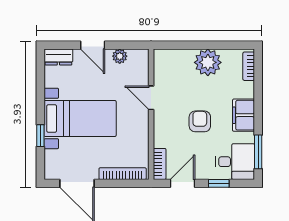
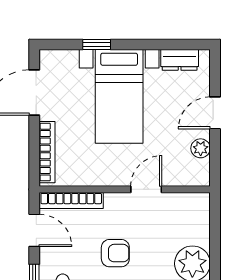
dresser: (58, 57) -> (180, 60), moved, turned -90
bookcase: (160, 164) -> (71, 200), width x1.56

